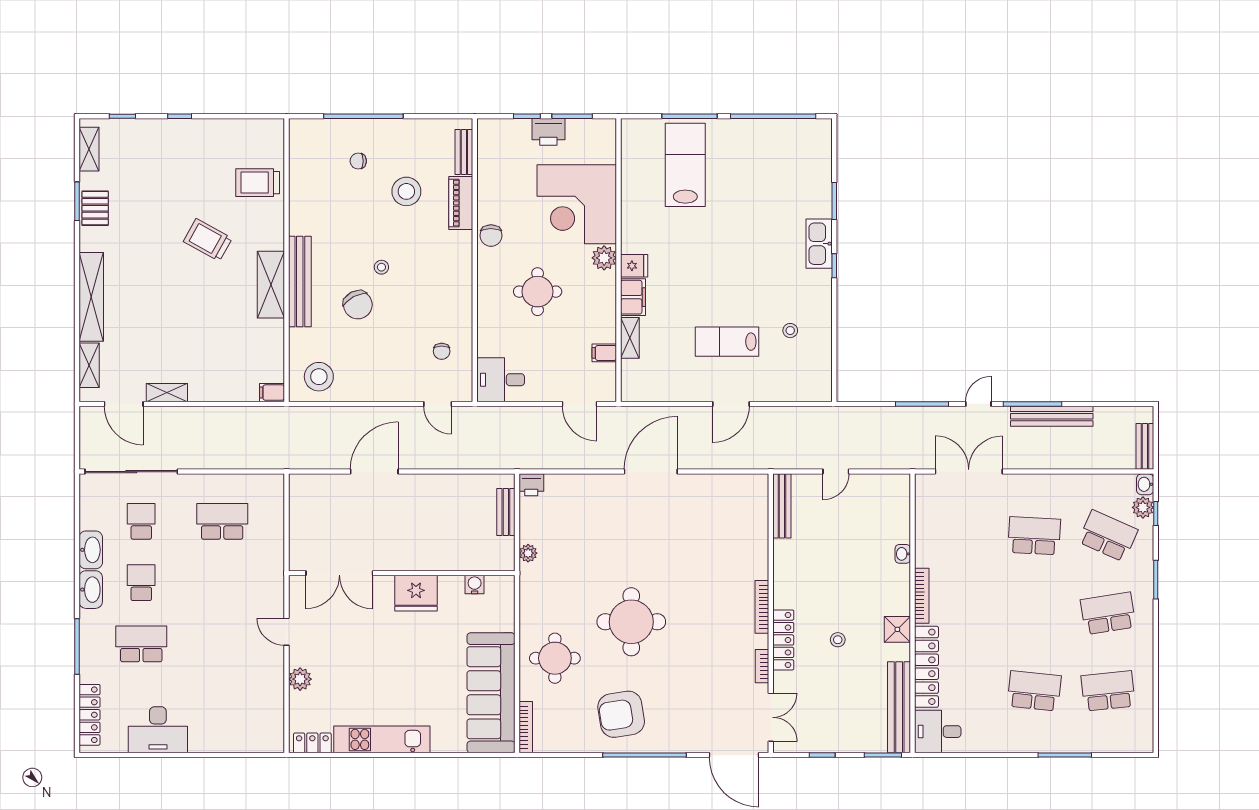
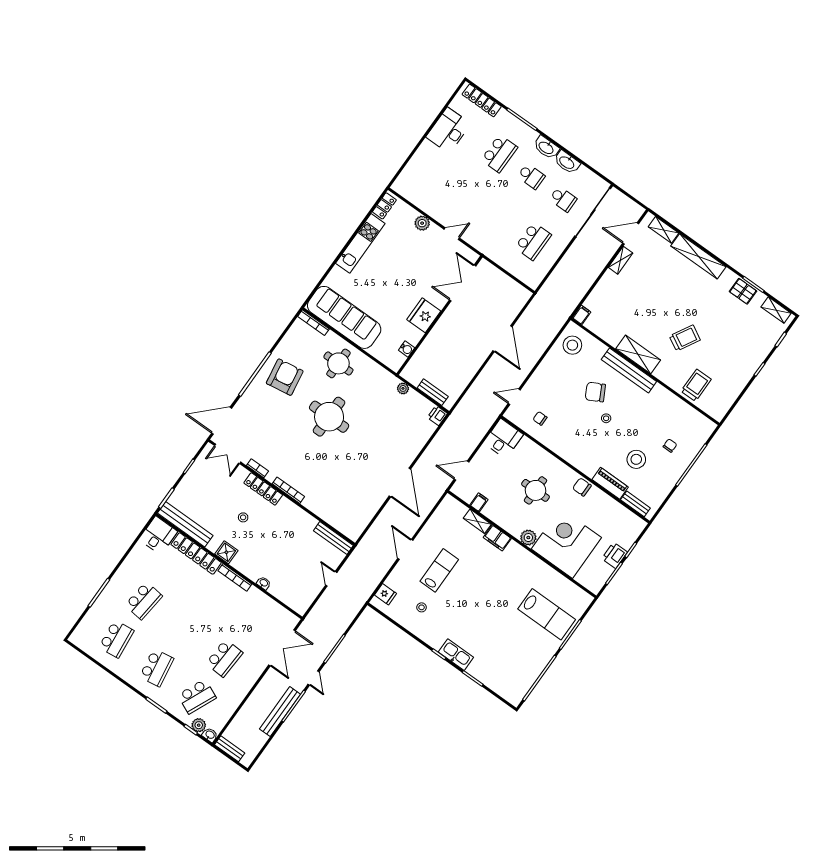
fridge: (634, 266) -> (386, 594), moved, turned -90

